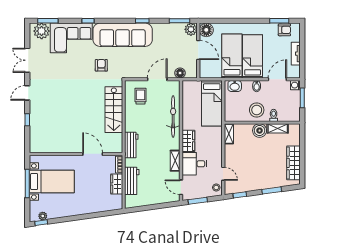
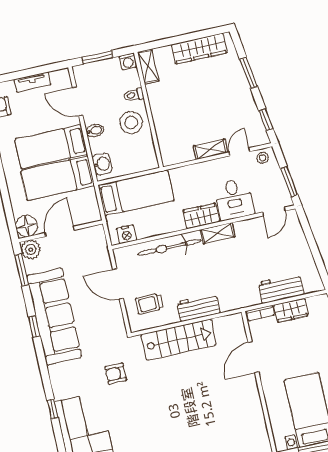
sofa: (123, 35) -> (54, 316), moved
floor lamp: (180, 73) -> (101, 251), removed
washing machine: (295, 85) -> (128, 62), moved
nightstand: (187, 92) -> (126, 234), added
shelving: (278, 128) -> (148, 67), moved
boiler: (260, 131) -> (161, 111), removed
shelving: (229, 134) -> (210, 149), moved
workbench: (131, 145) -> (198, 307), moved
shelving: (175, 161) -> (217, 233), moved

